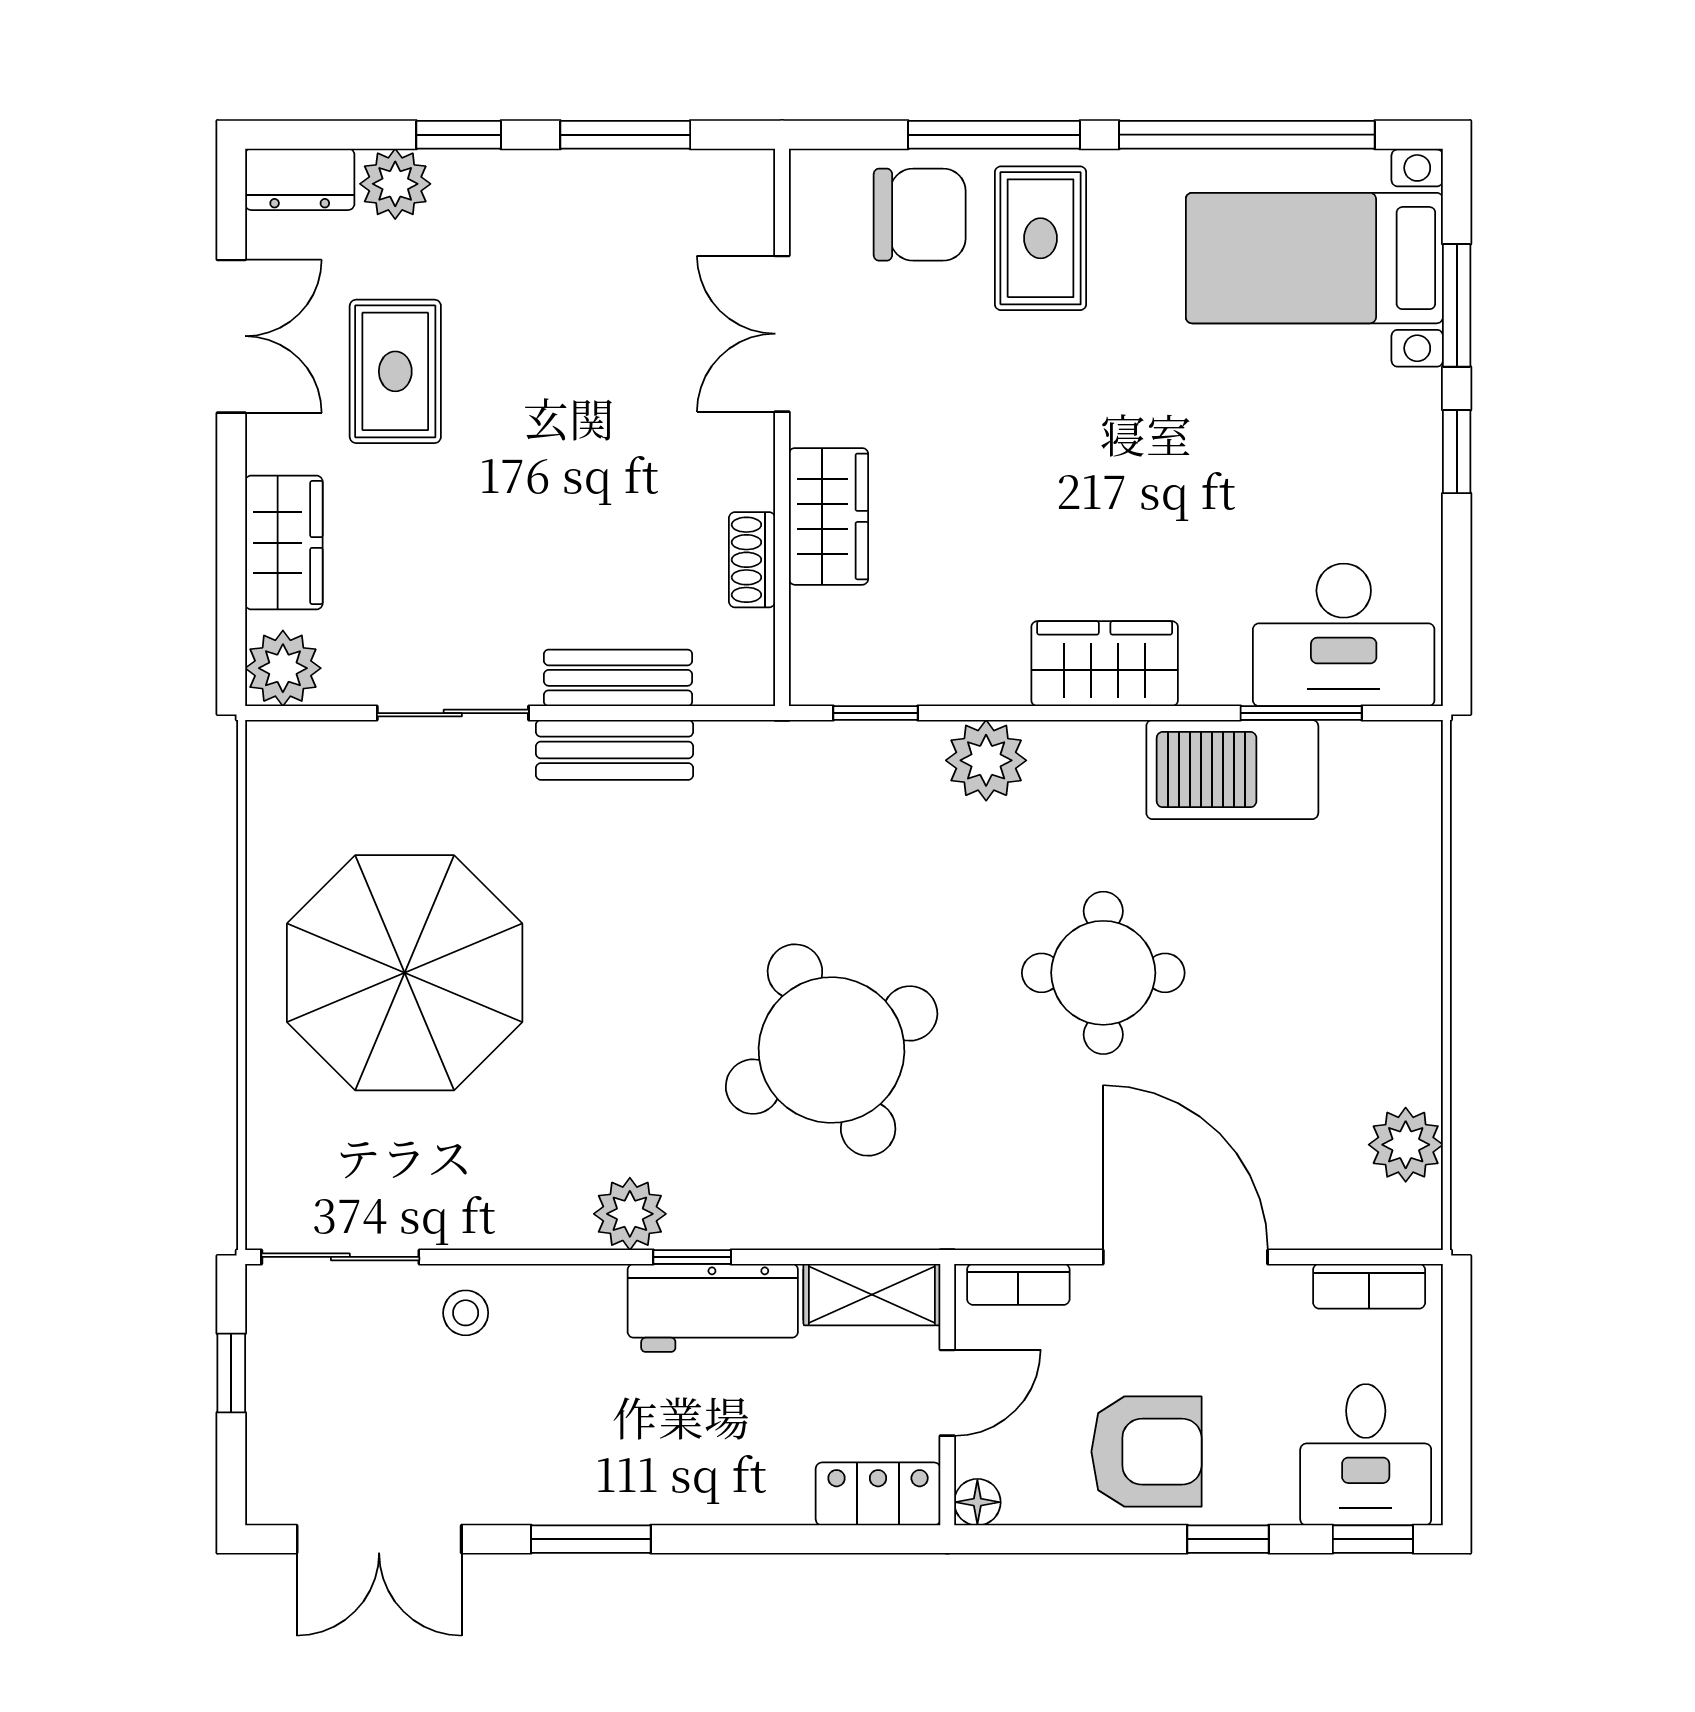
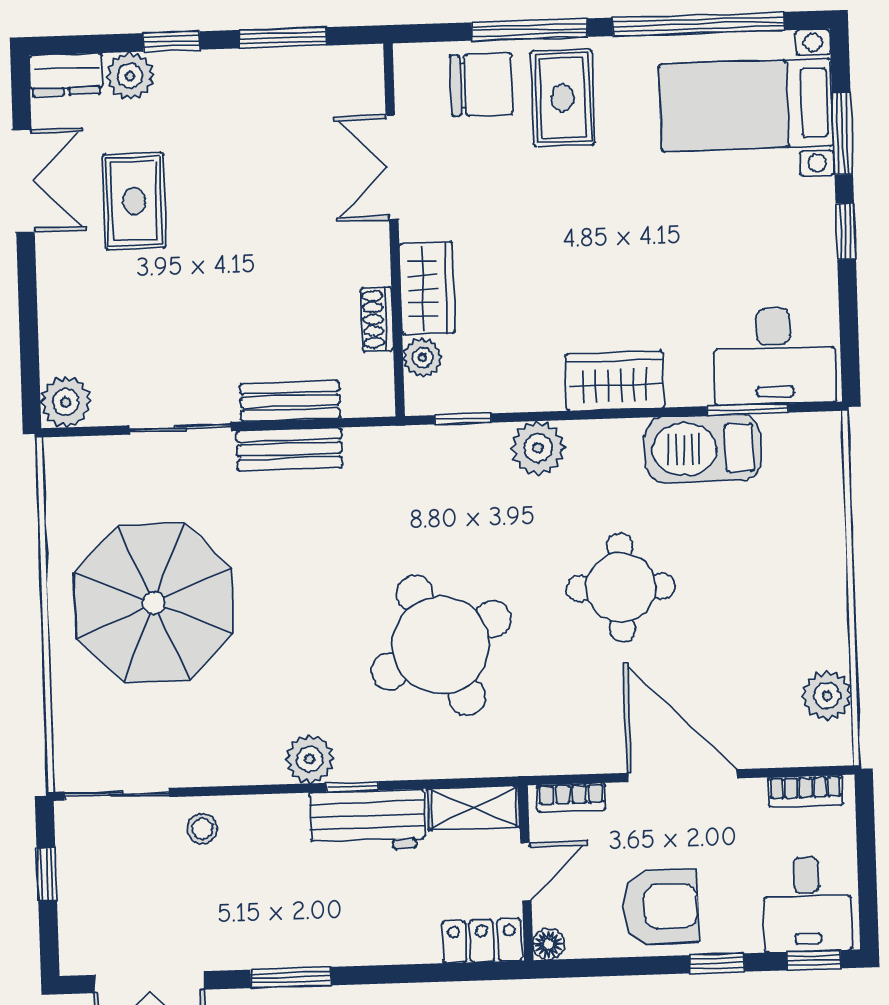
wardrobe: (284, 543) -> (63, 318), removed
plant: (818, 620) -> (423, 358), added

